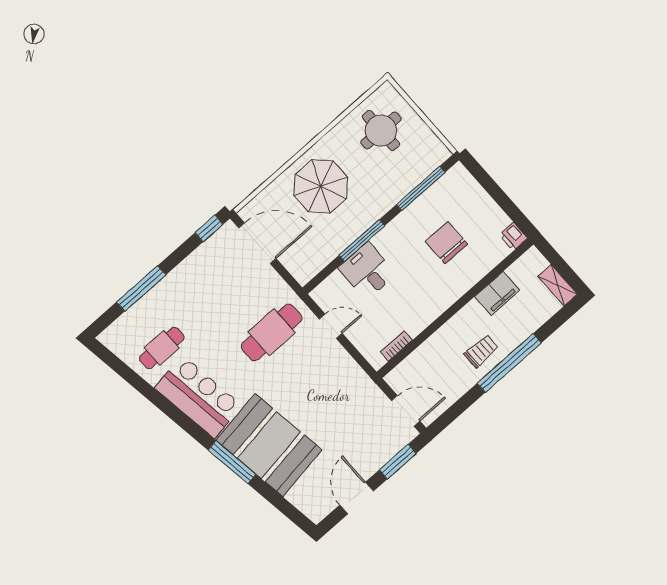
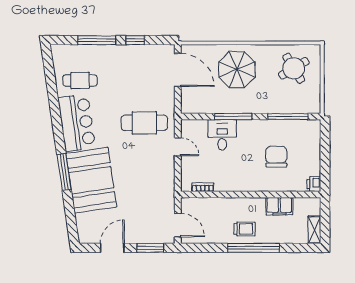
round table: (381, 131) -> (294, 68), turned -31
window: (209, 228) -> (135, 40), moved

